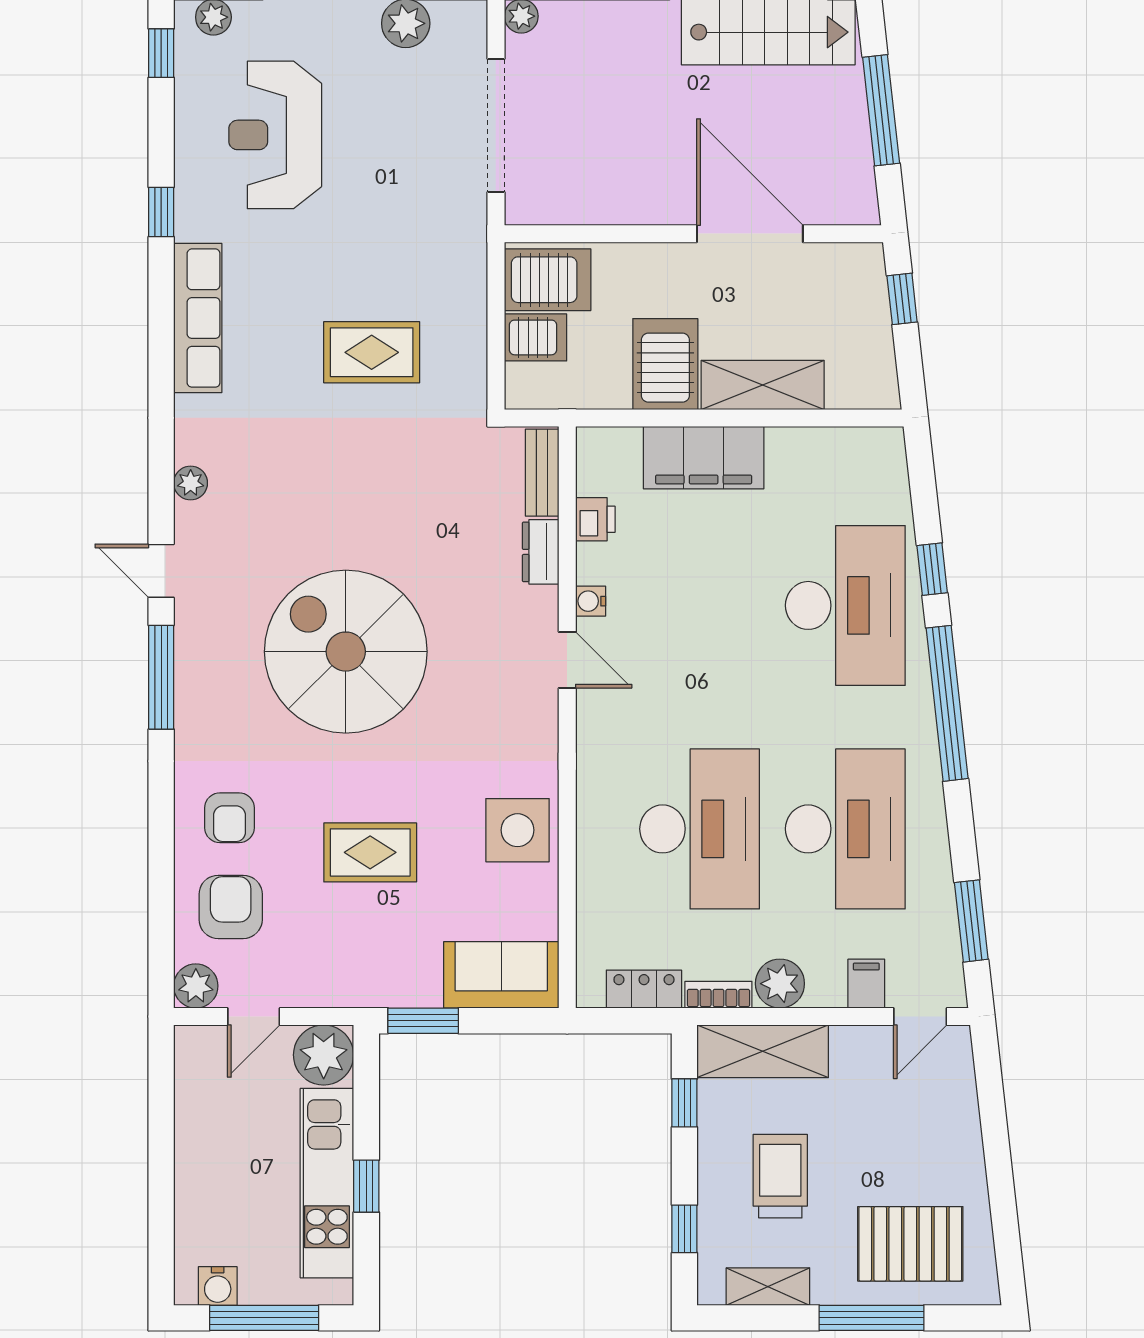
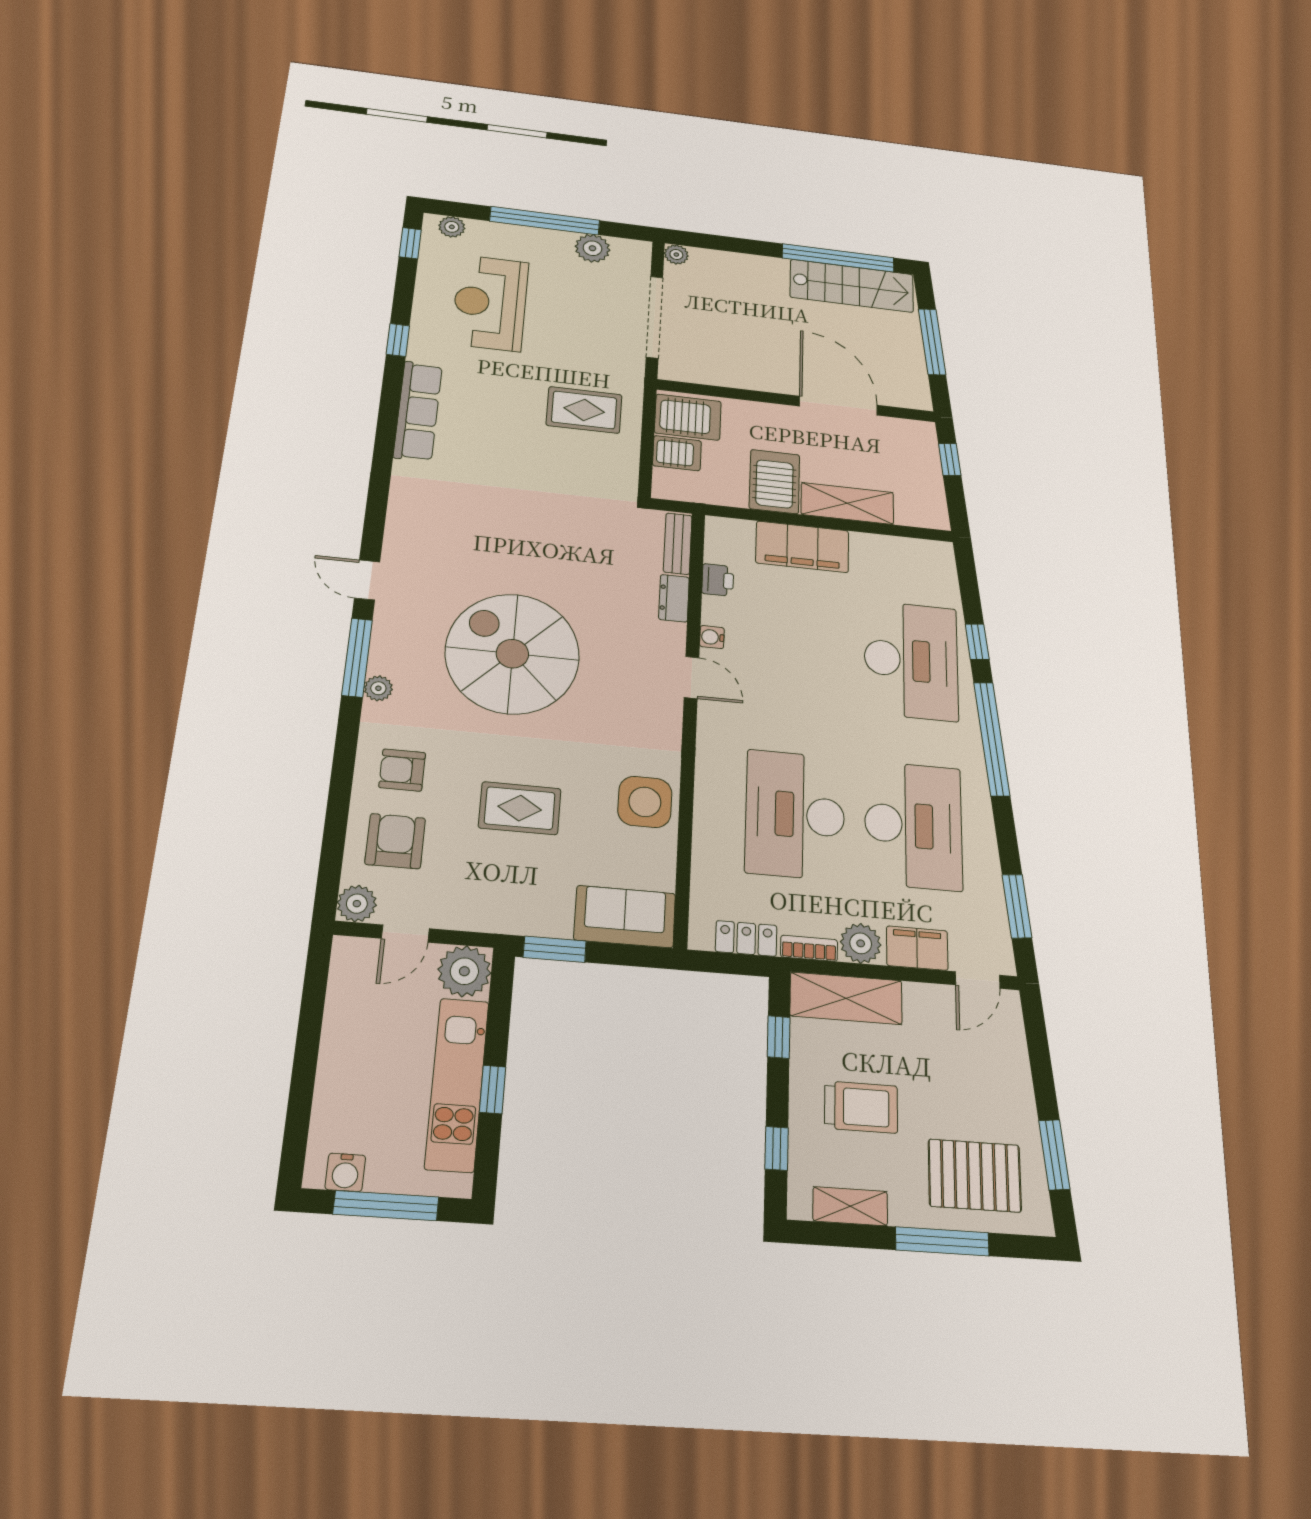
rug: (372, 352) -> (584, 410), moved
plant: (191, 483) -> (378, 688), moved
armchair: (229, 818) -> (402, 770), turned 90
desk: (700, 829) -> (795, 815), turned 180
filing cabinet: (866, 984) -> (917, 948), width x2.00
trolley: (780, 1176) -> (861, 1107), turned 90
window: (1004, 1214) -> (1054, 1155), added

